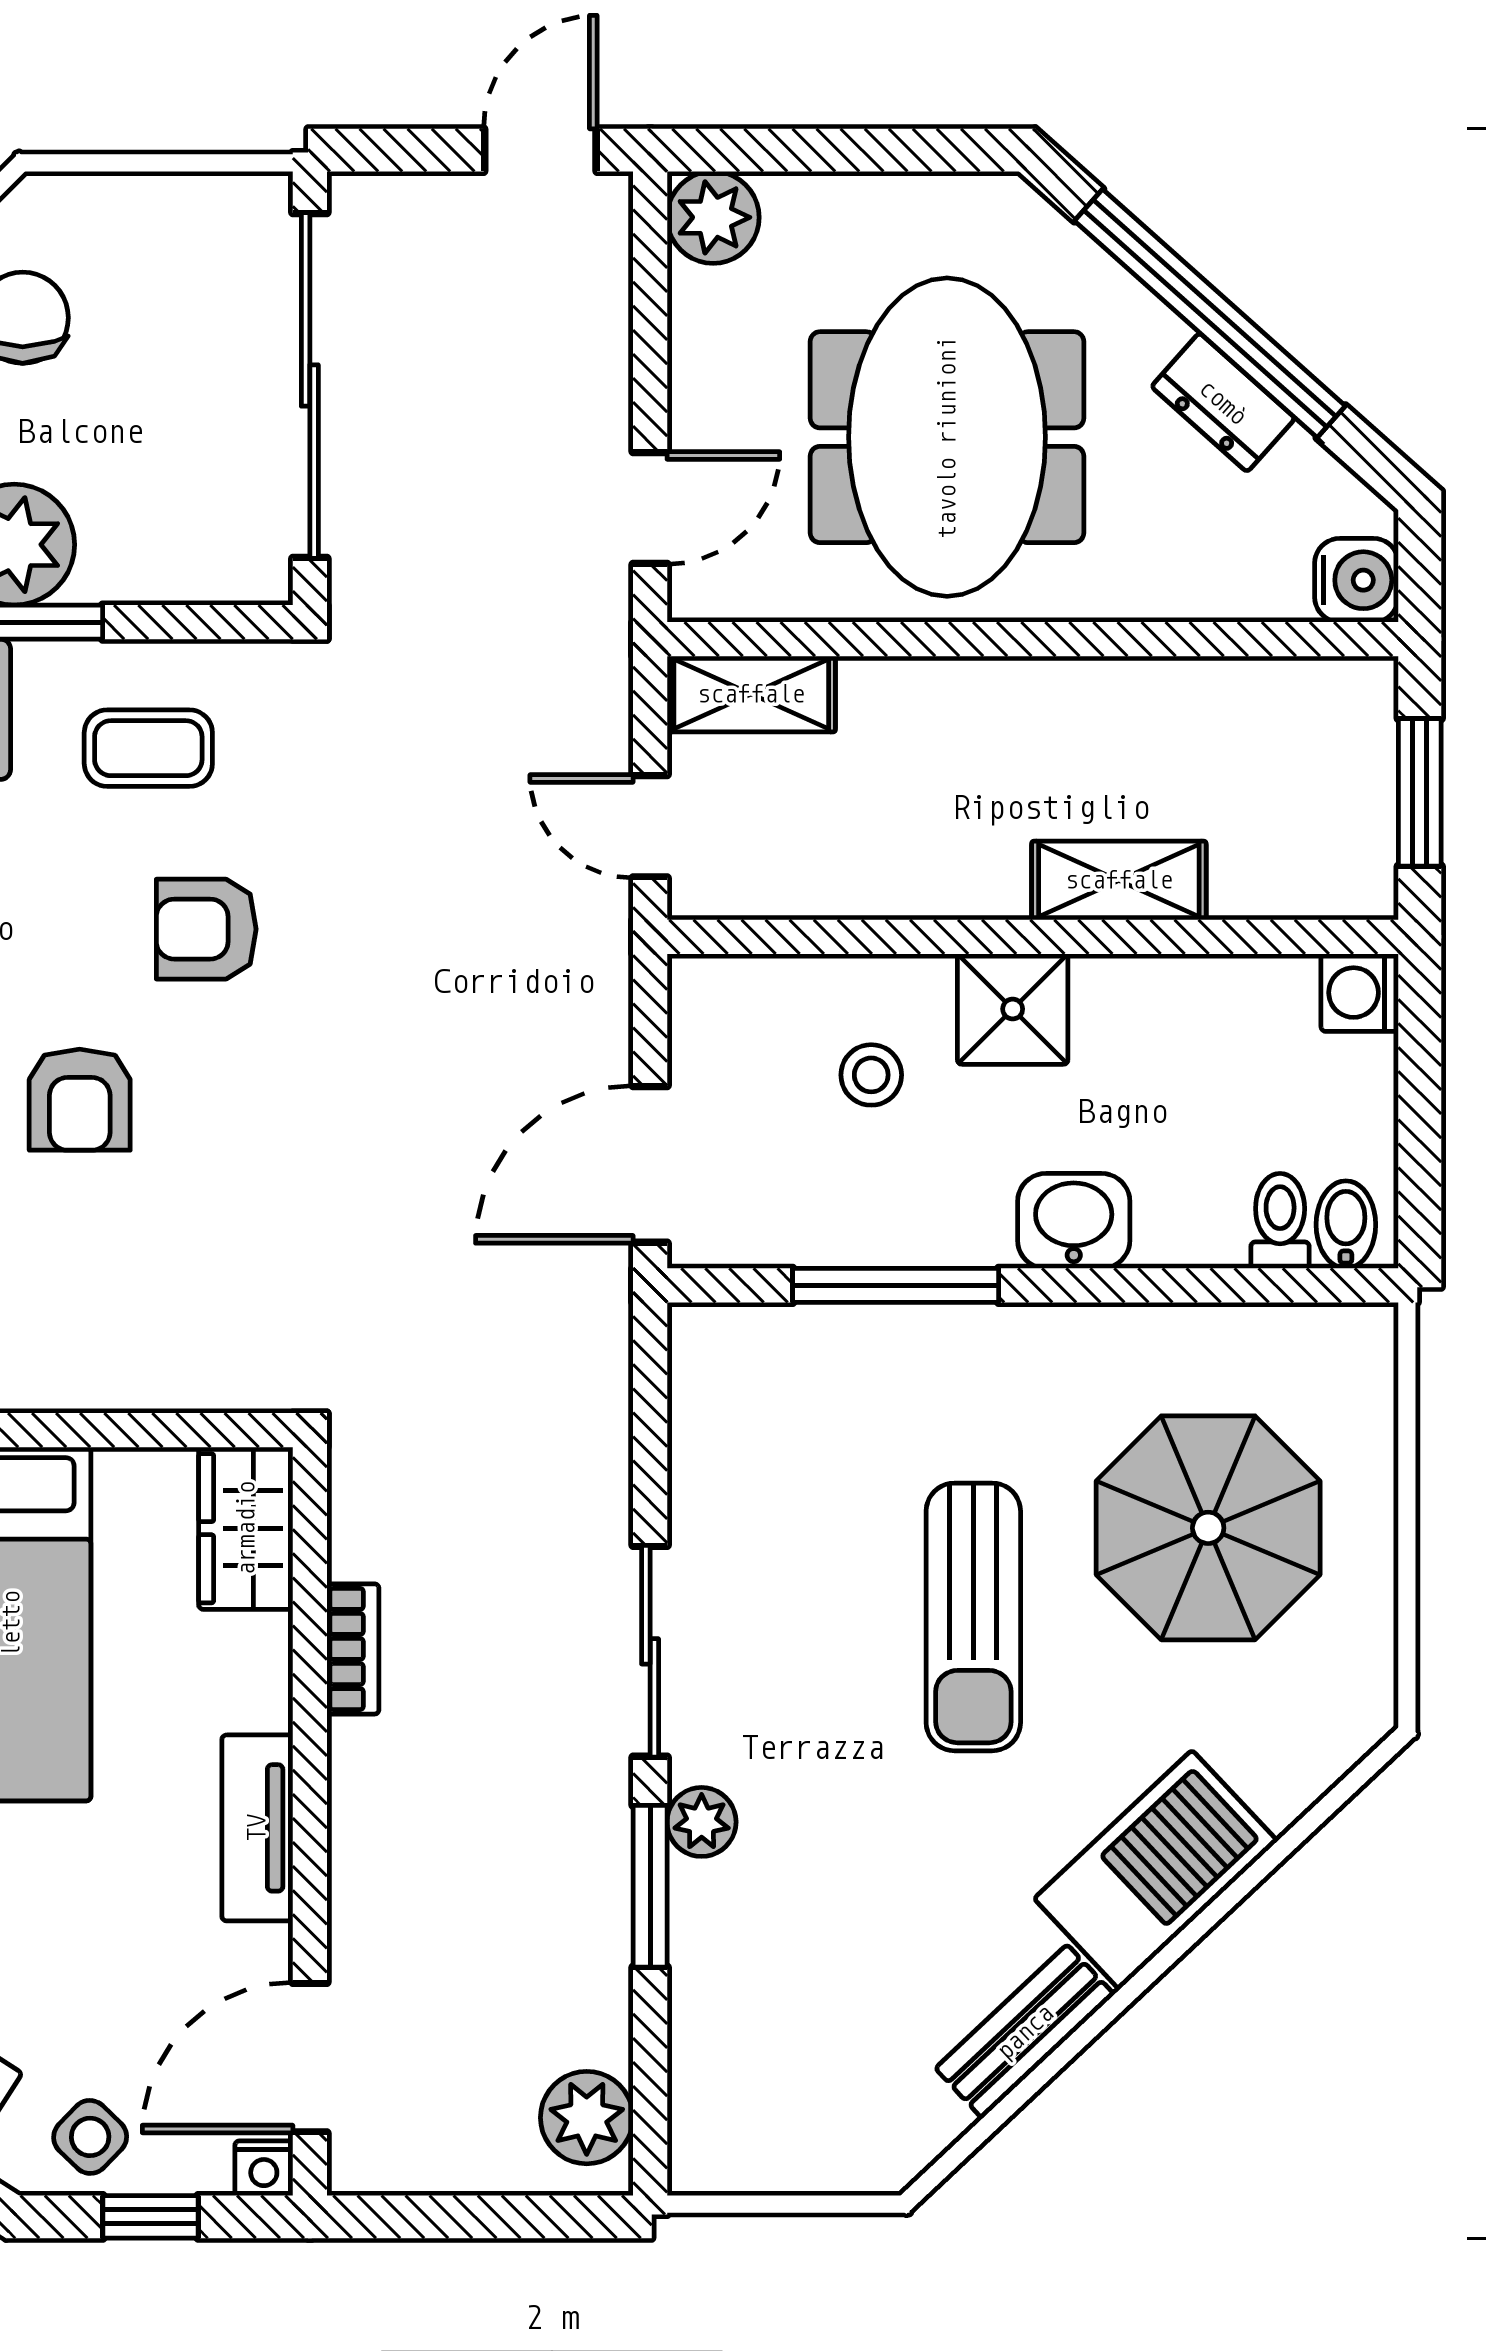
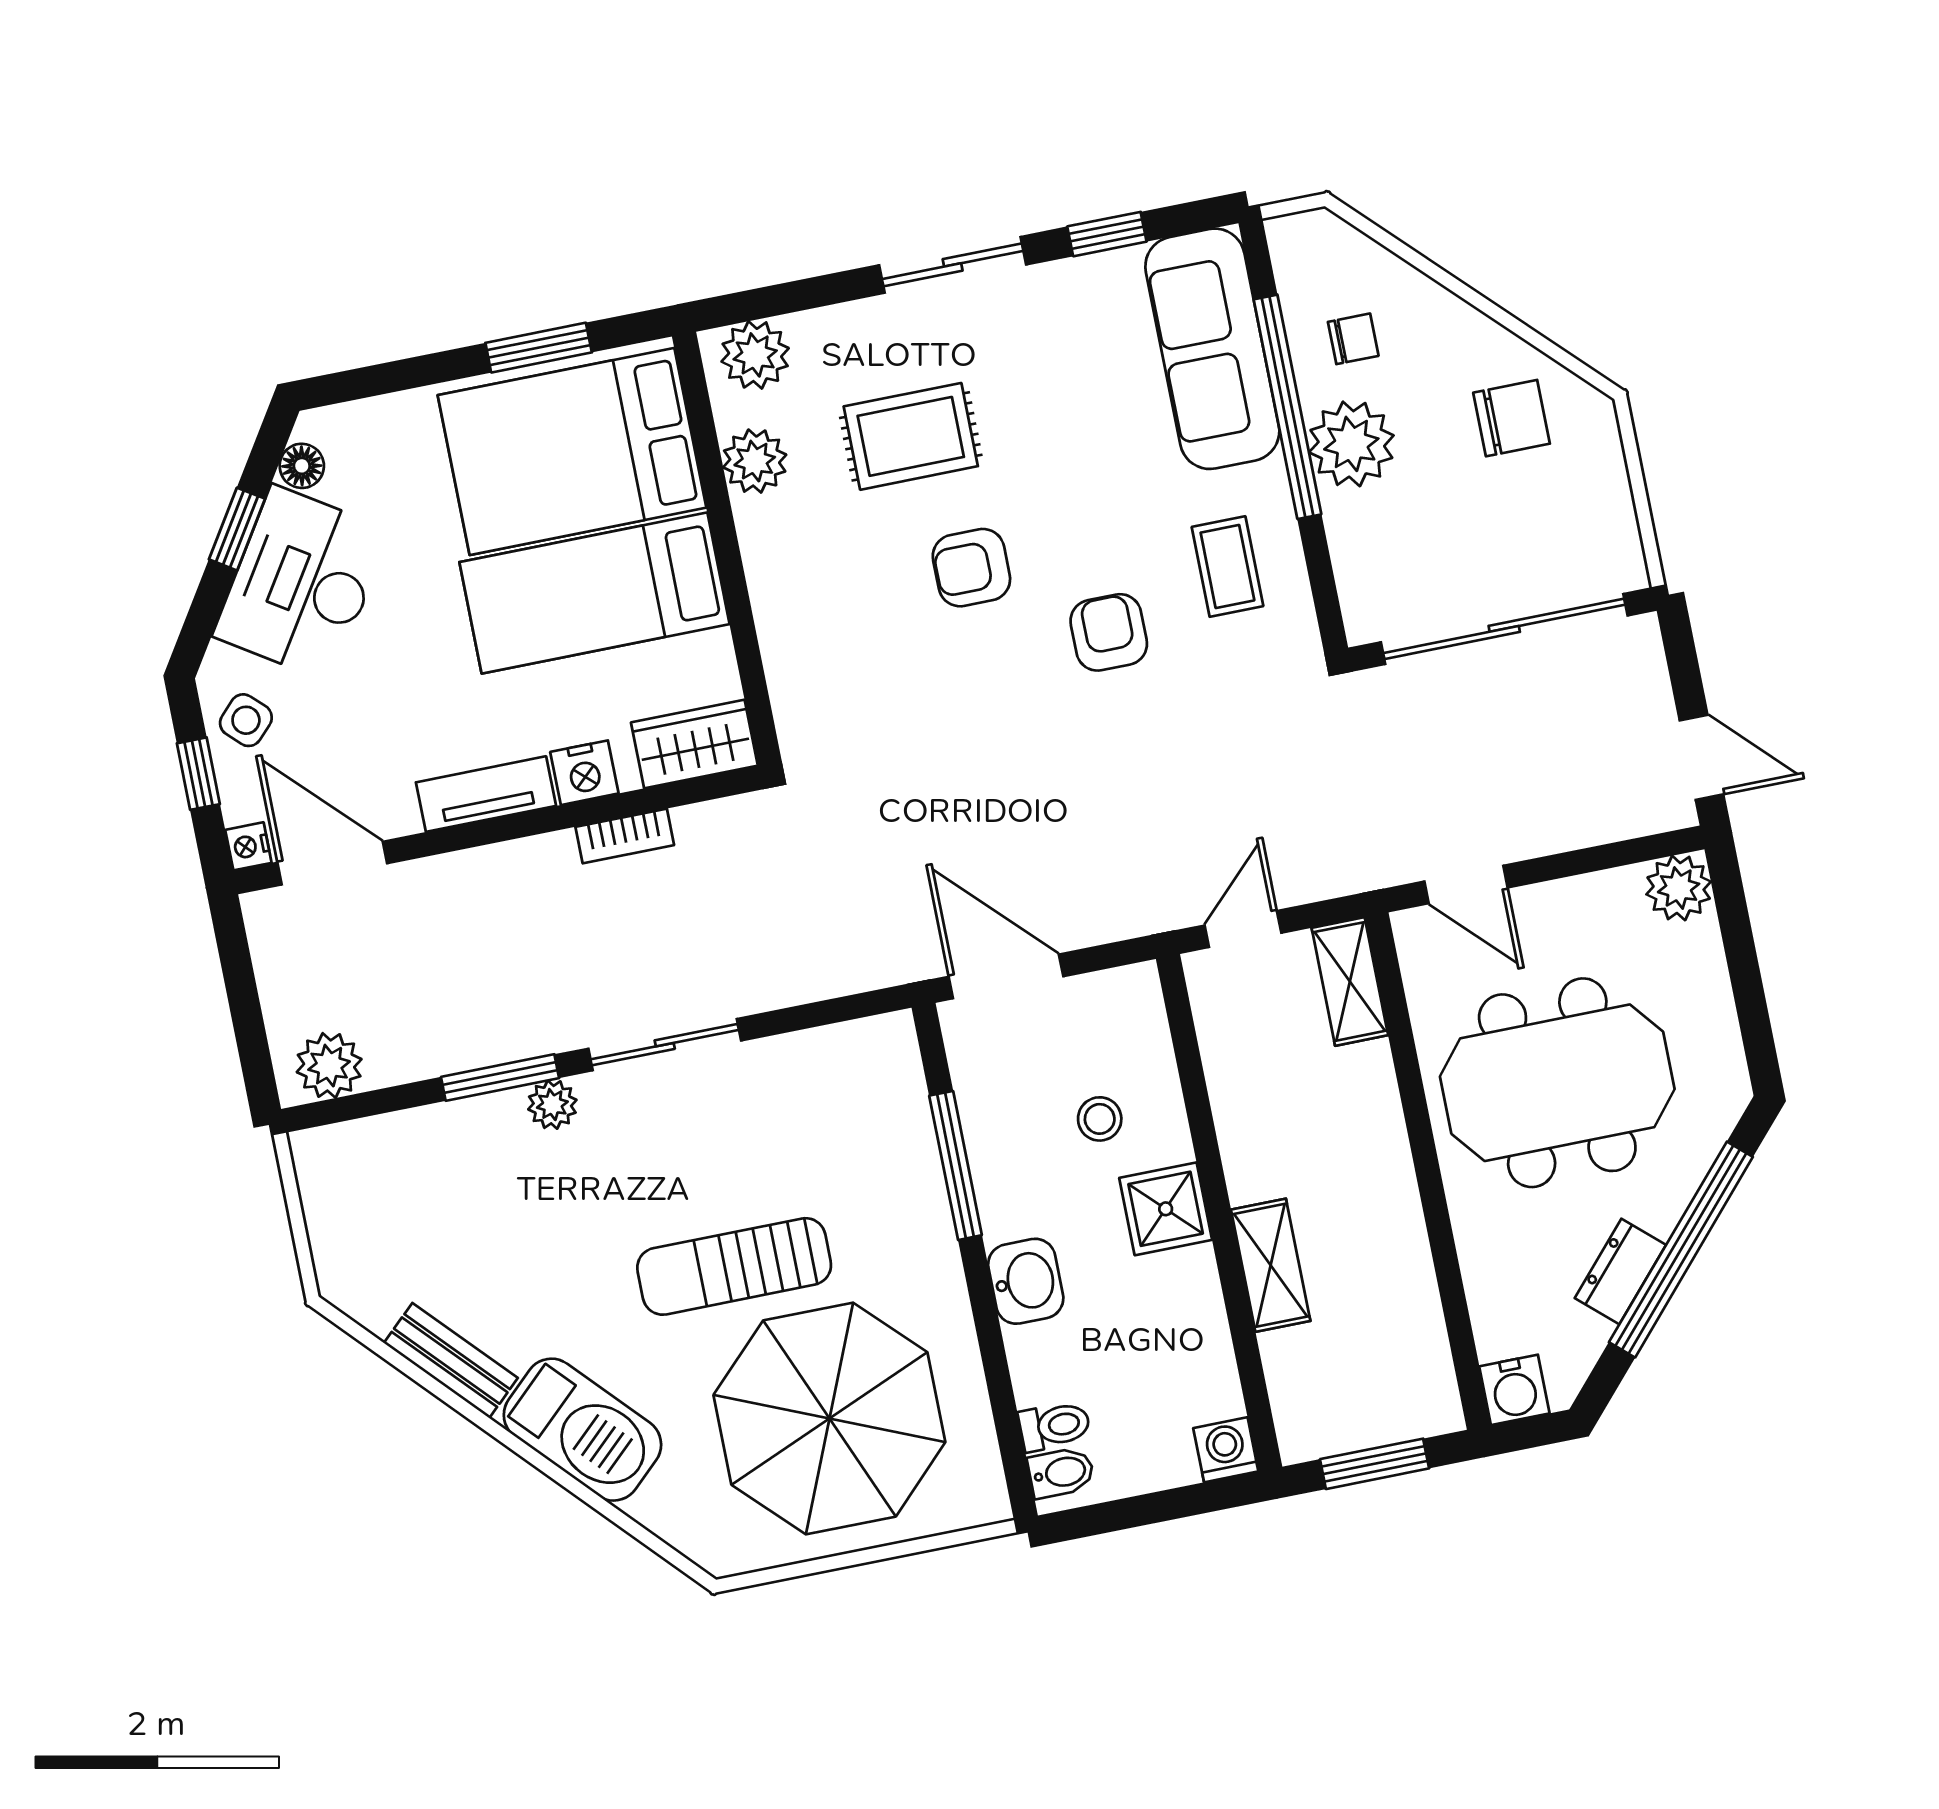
parasol: (1208, 1528) -> (829, 1418), width x1.36, depth x1.36
nightstand: (255, 1687) -> (584, 773), added

